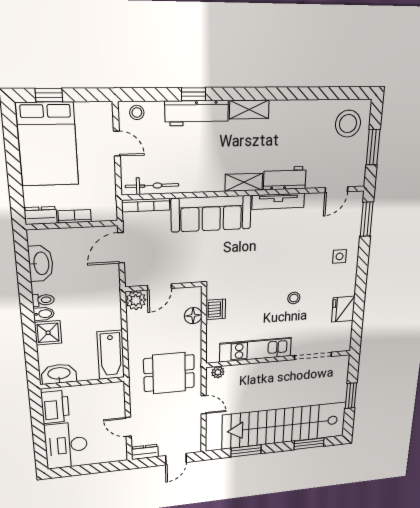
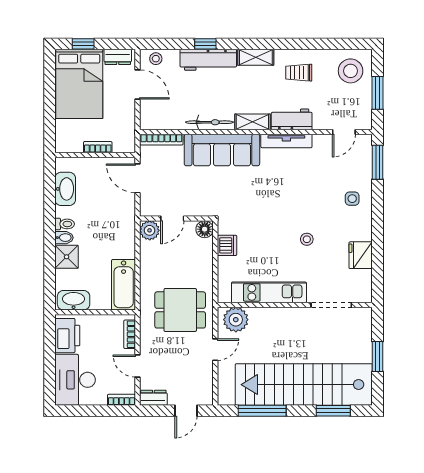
trolley: (294, 126) -> (299, 73), added
door: (117, 144) -> (138, 84), width x1.38
bicycle: (152, 186) -> (209, 122), moved
dresser: (41, 215) -> (118, 57), moved, turned 180
door: (121, 248) -> (138, 178), hinge flipped
floor lamp: (193, 316) -> (205, 229), moved
plant: (218, 372) -> (236, 320), width x1.88, depth x1.88
bookcase: (119, 400) -> (130, 334), added
door: (204, 405) -> (215, 350), hinge flipped
window: (246, 451) -> (262, 411), width x1.44
bookcase: (114, 457) -> (122, 400), added

